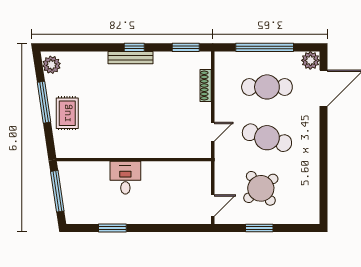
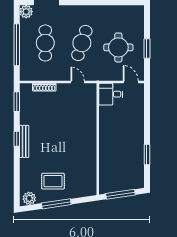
rug: (67, 113) -> (53, 181), moved
desk: (125, 178) -> (111, 94), moved
round table: (261, 188) -> (118, 47), turned 38

